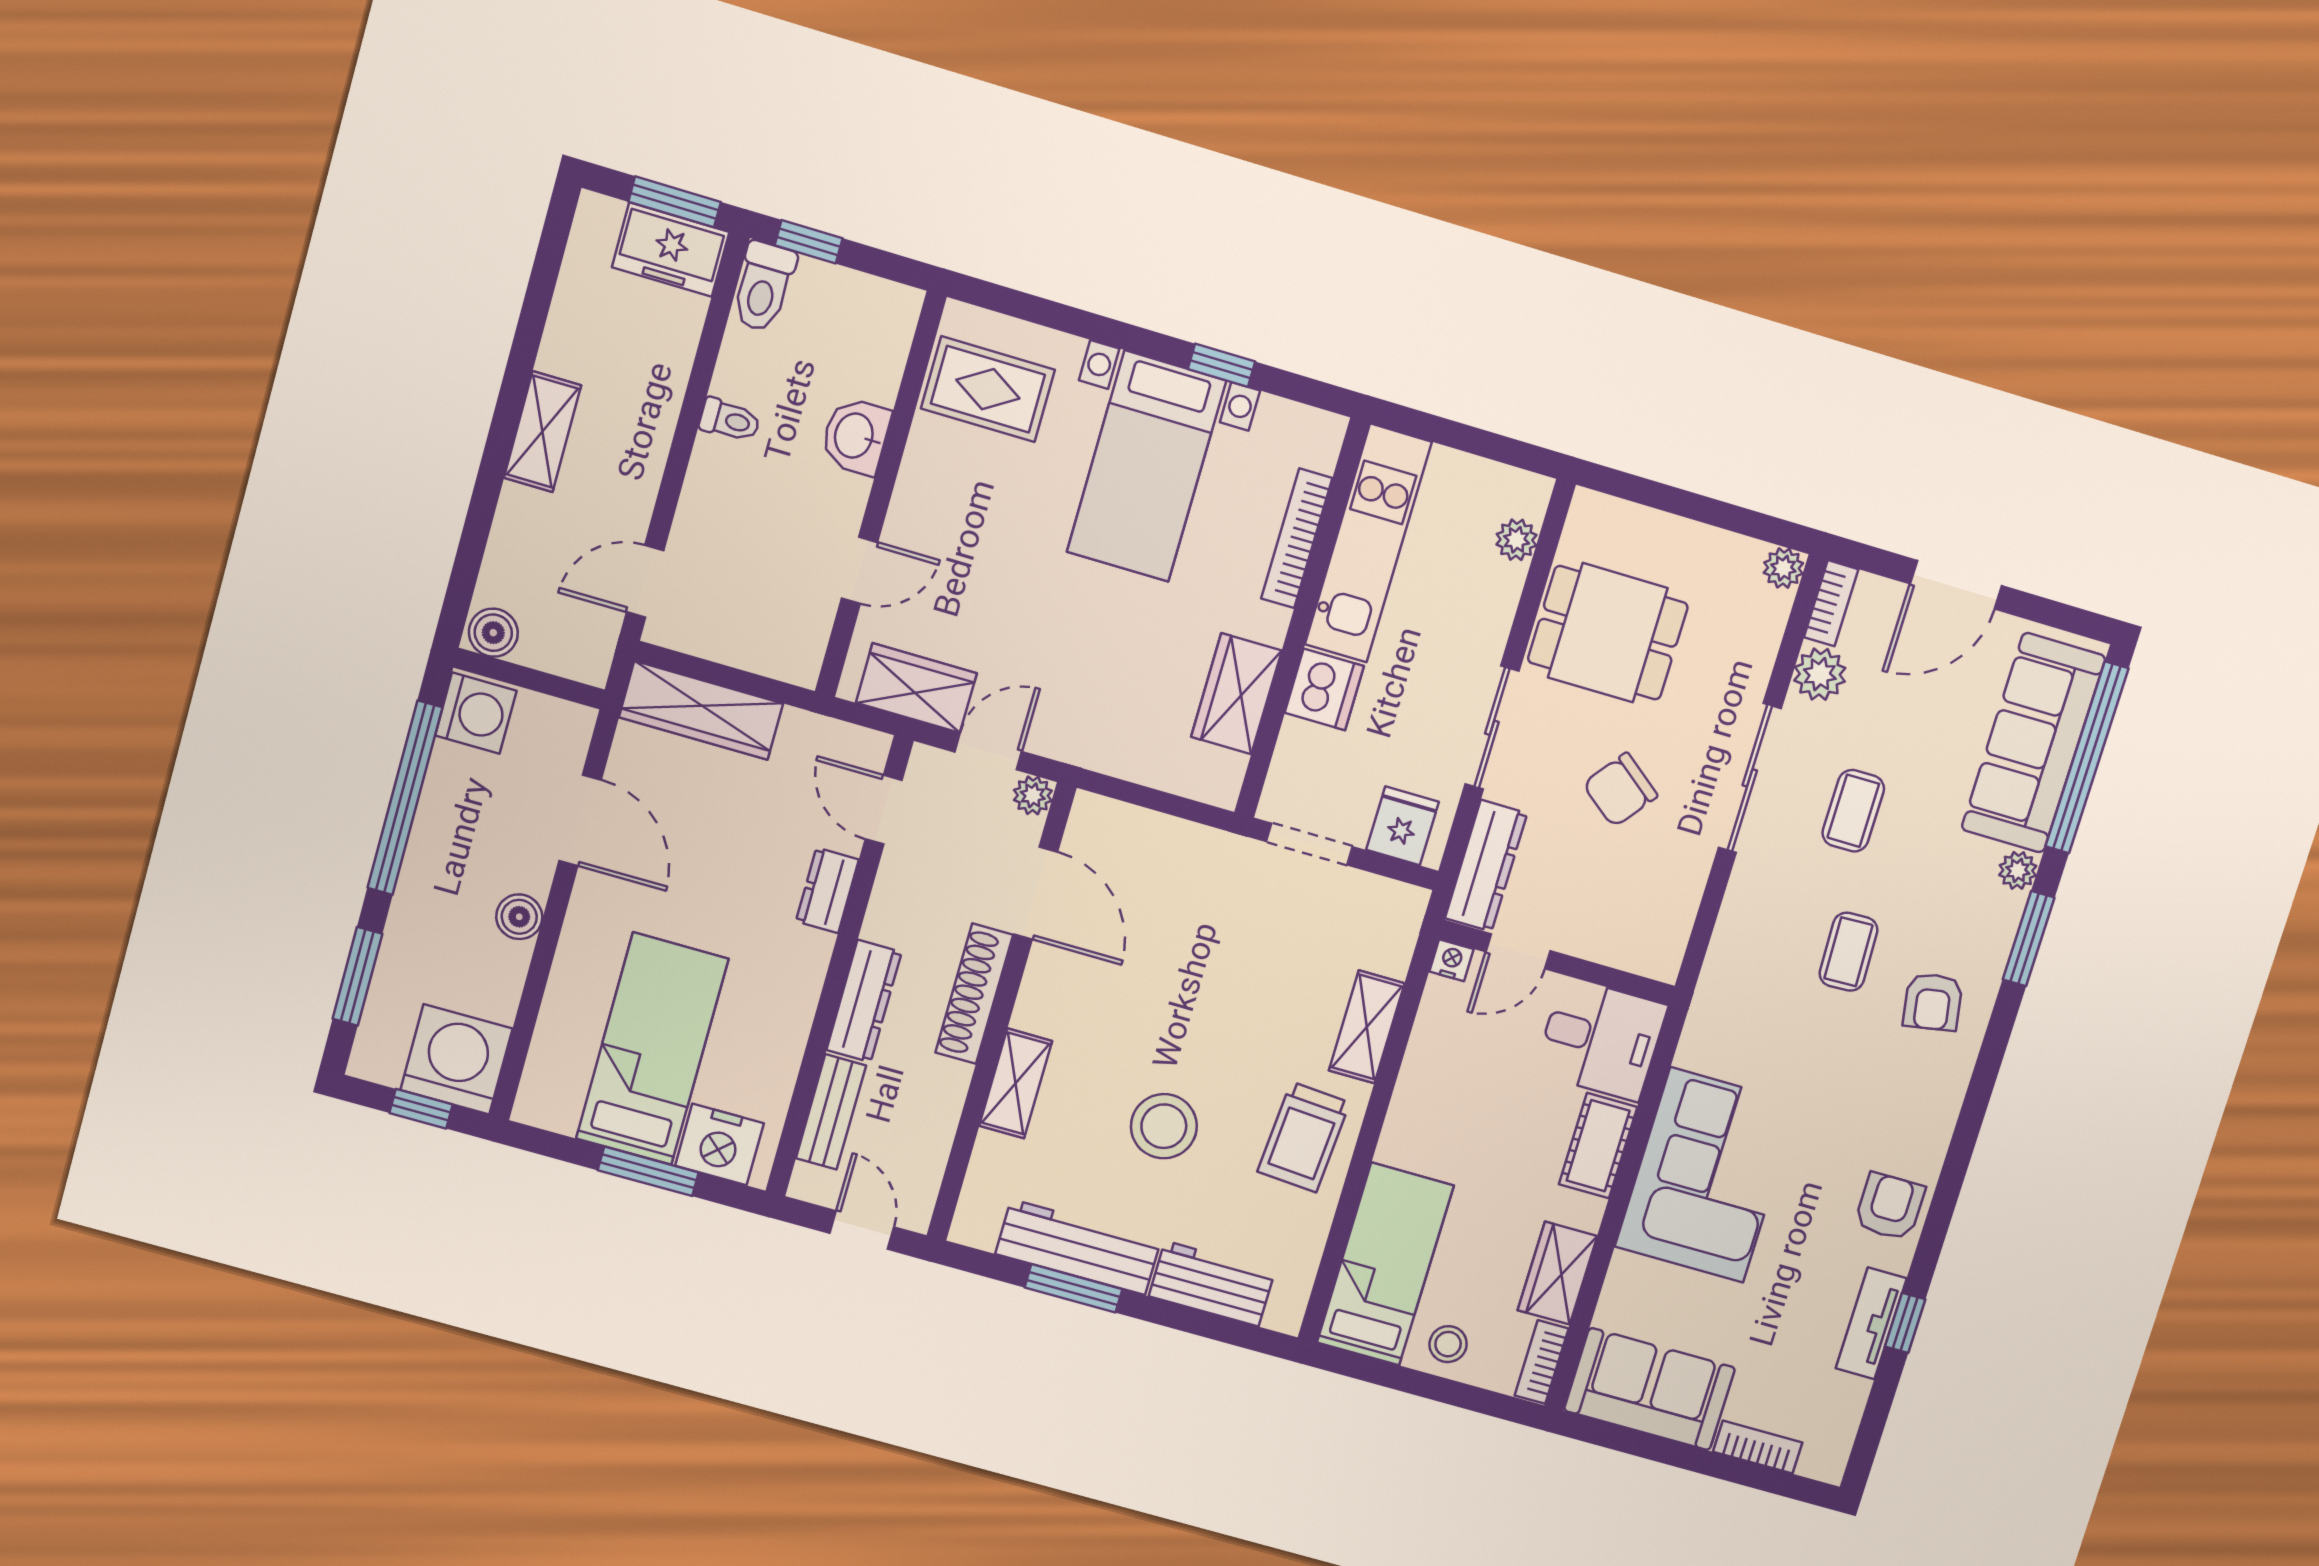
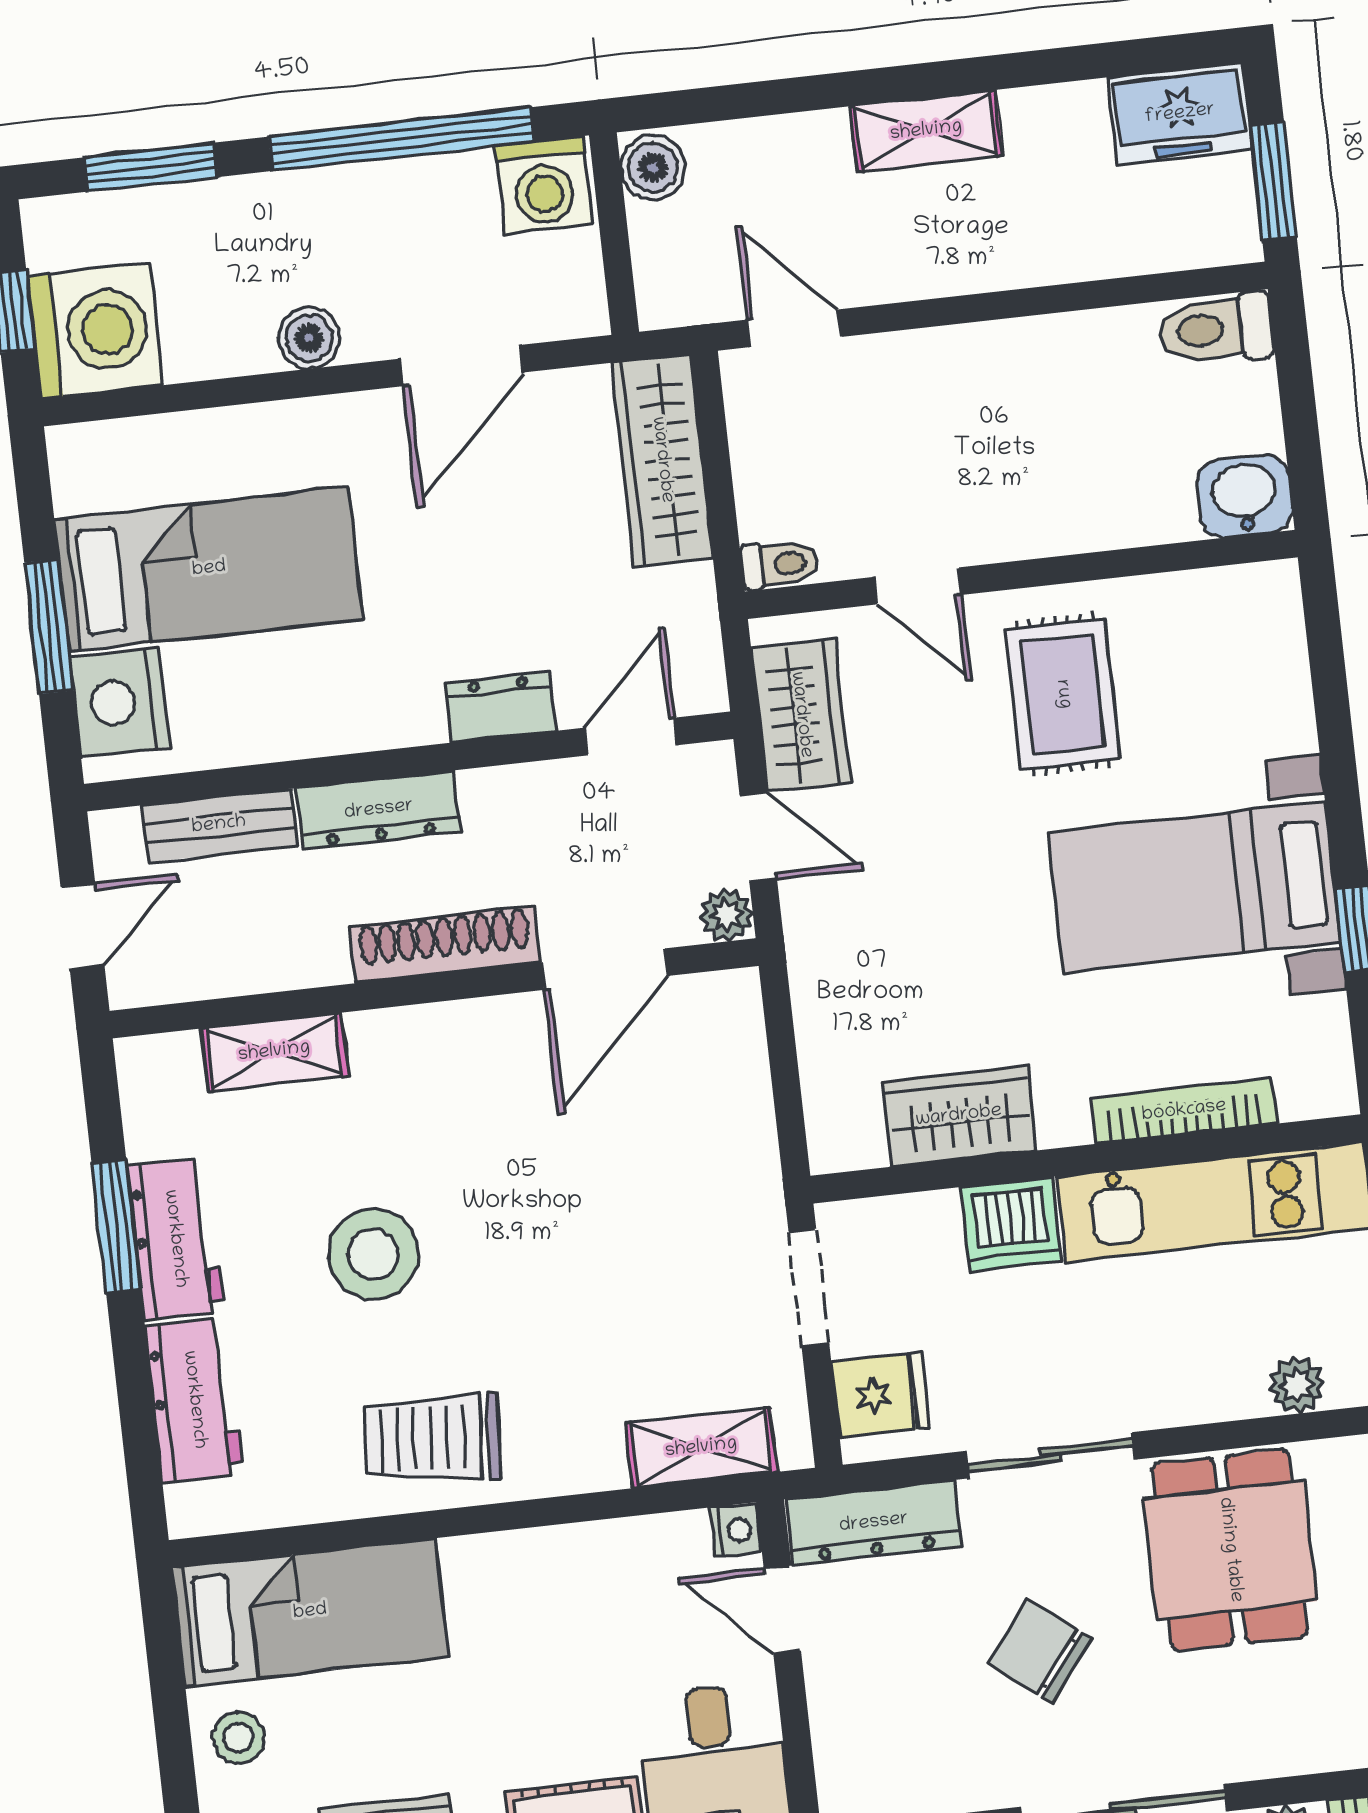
window: (809, 242) -> (1293, 362), removed
freezer: (671, 250) -> (1180, 114), moved, turned -90
rug: (988, 389) -> (1063, 694), moved
toilet: (730, 420) -> (780, 564), moved, turned -90
washbasin: (855, 436) -> (1244, 496), moved
shelving: (1367, 1027) -> (701, 1448), moved
shelving: (1016, 1083) -> (274, 1052), moved
workbench: (1078, 1247) -> (175, 1239), width x0.73

